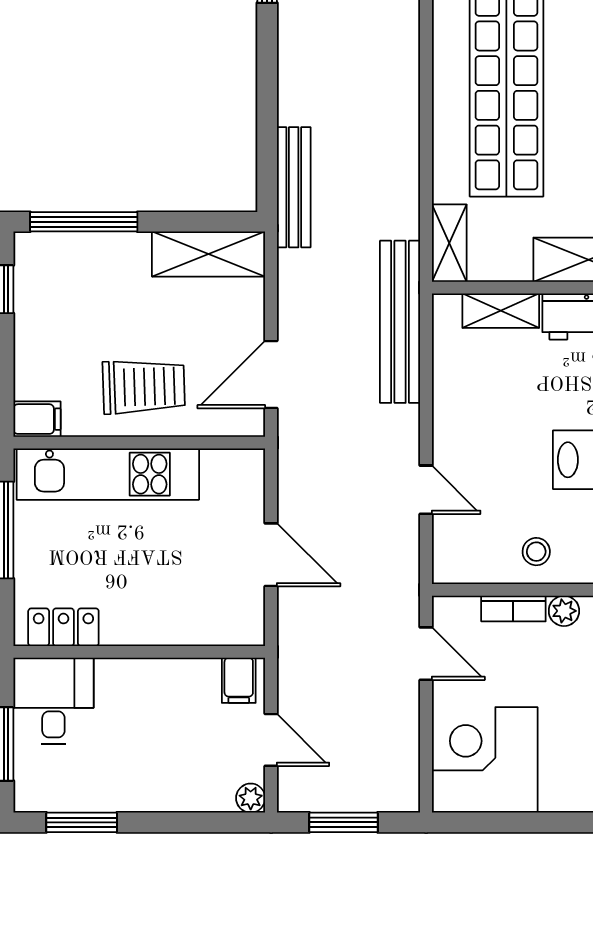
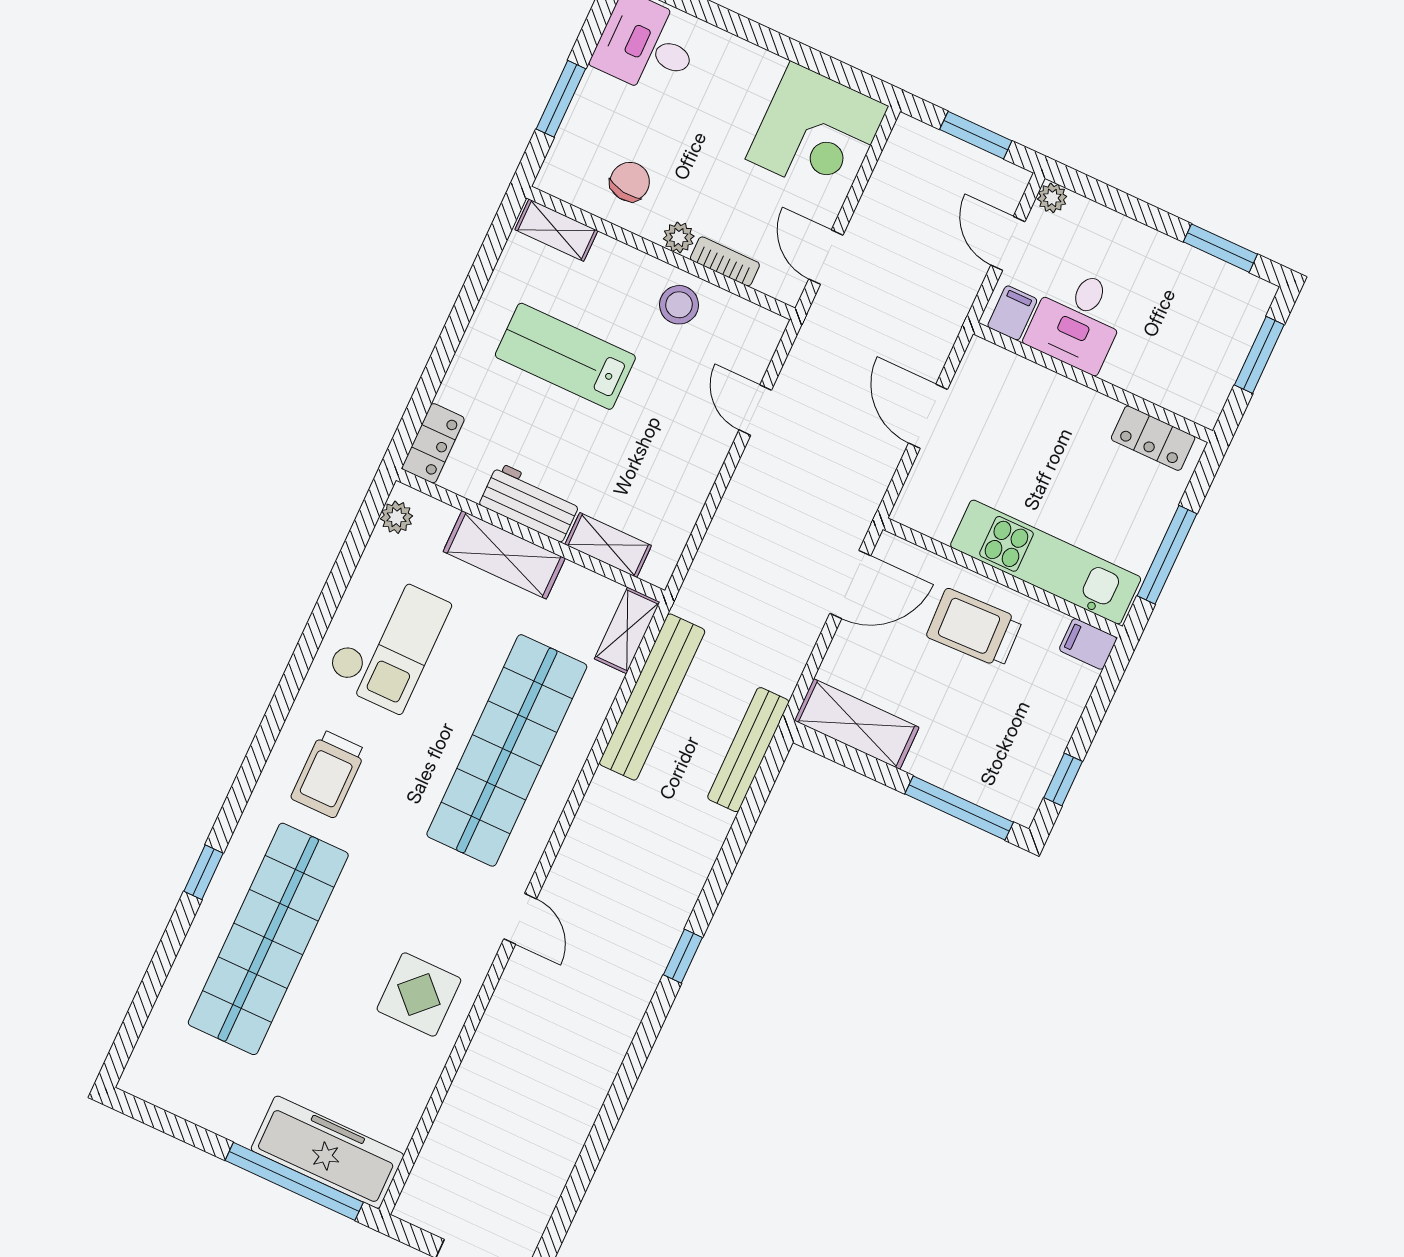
bench: (400, 322) -> (652, 697), moved
stool: (536, 552) -> (679, 305), width x1.37, depth x1.37
desk: (53, 701) -> (1077, 320), moved

